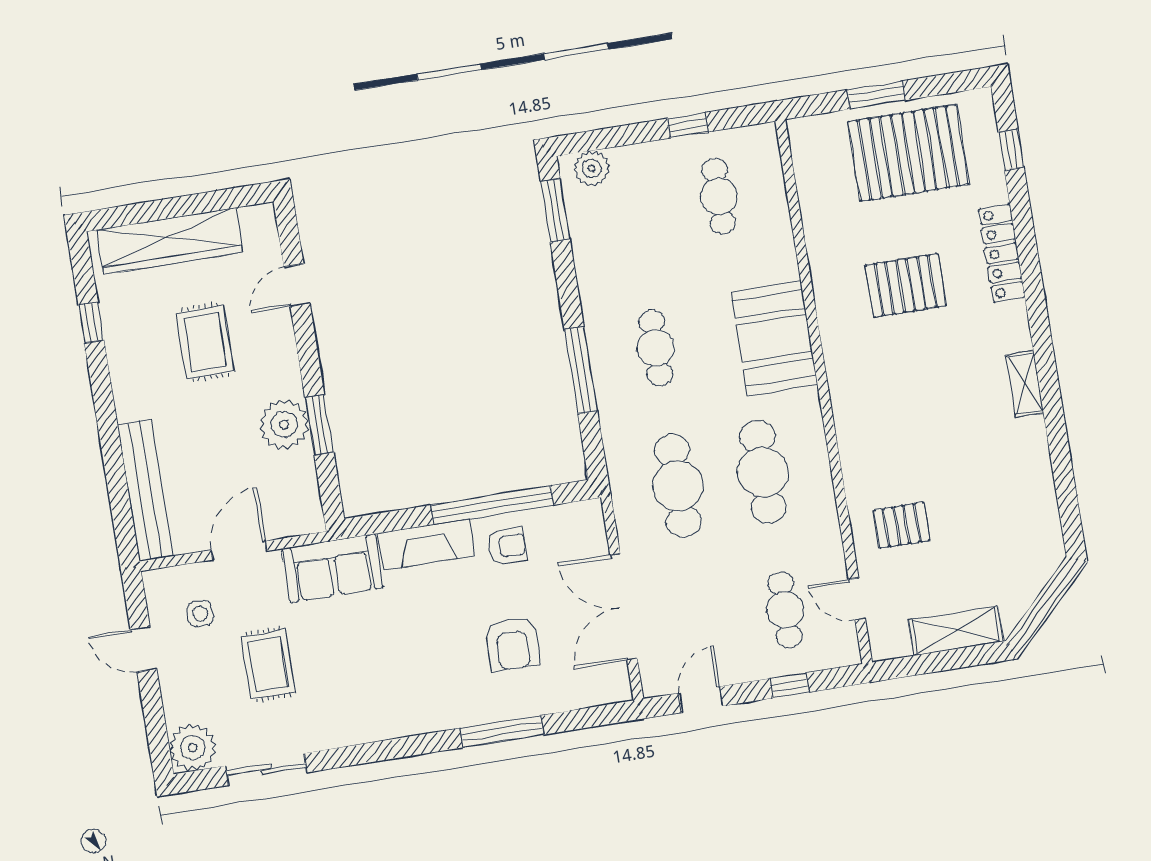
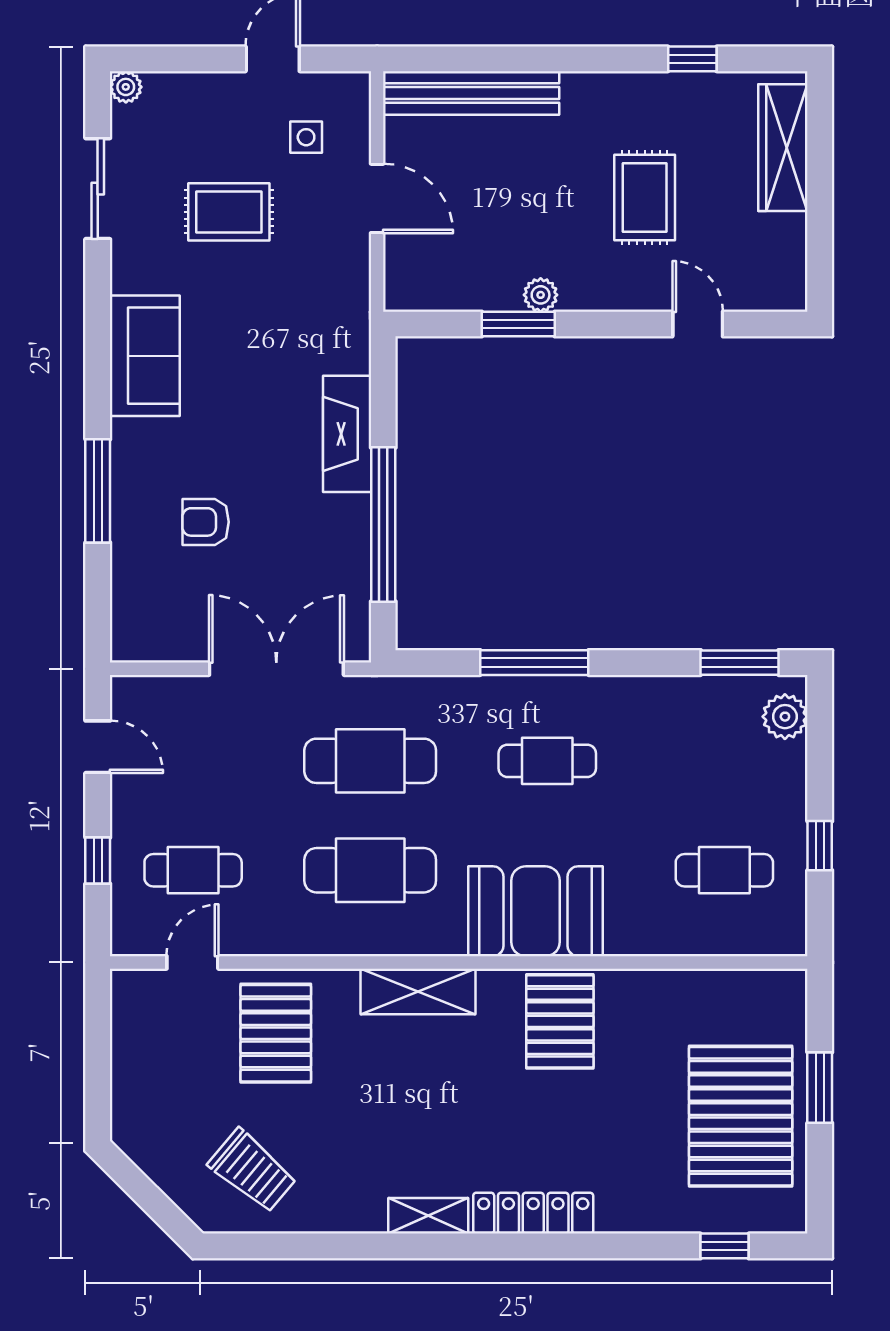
wardrobe: (169, 241) -> (783, 148), width x0.71, depth x0.85
locker: (1002, 253) -> (533, 1213), moved
pallet: (906, 285) -> (560, 1021), moved
rug: (205, 342) -> (645, 197), turned 90
plant: (284, 424) -> (541, 295), width x0.53, depth x0.53
pallet: (902, 525) -> (276, 1033), width x1.50, depth x1.42
trolley: (1012, 526) -> (252, 1171), added
armchair: (507, 546) -> (329, 535), removed
sofa: (333, 568) -> (145, 356), moved, turned 180
double door: (624, 607) -> (276, 669), moved
shelving: (956, 631) -> (418, 991), moved, turned 90
armchair: (512, 644) -> (206, 522), width x0.72, depth x0.72
plant: (193, 748) -> (126, 87), width x0.53, depth x0.53

